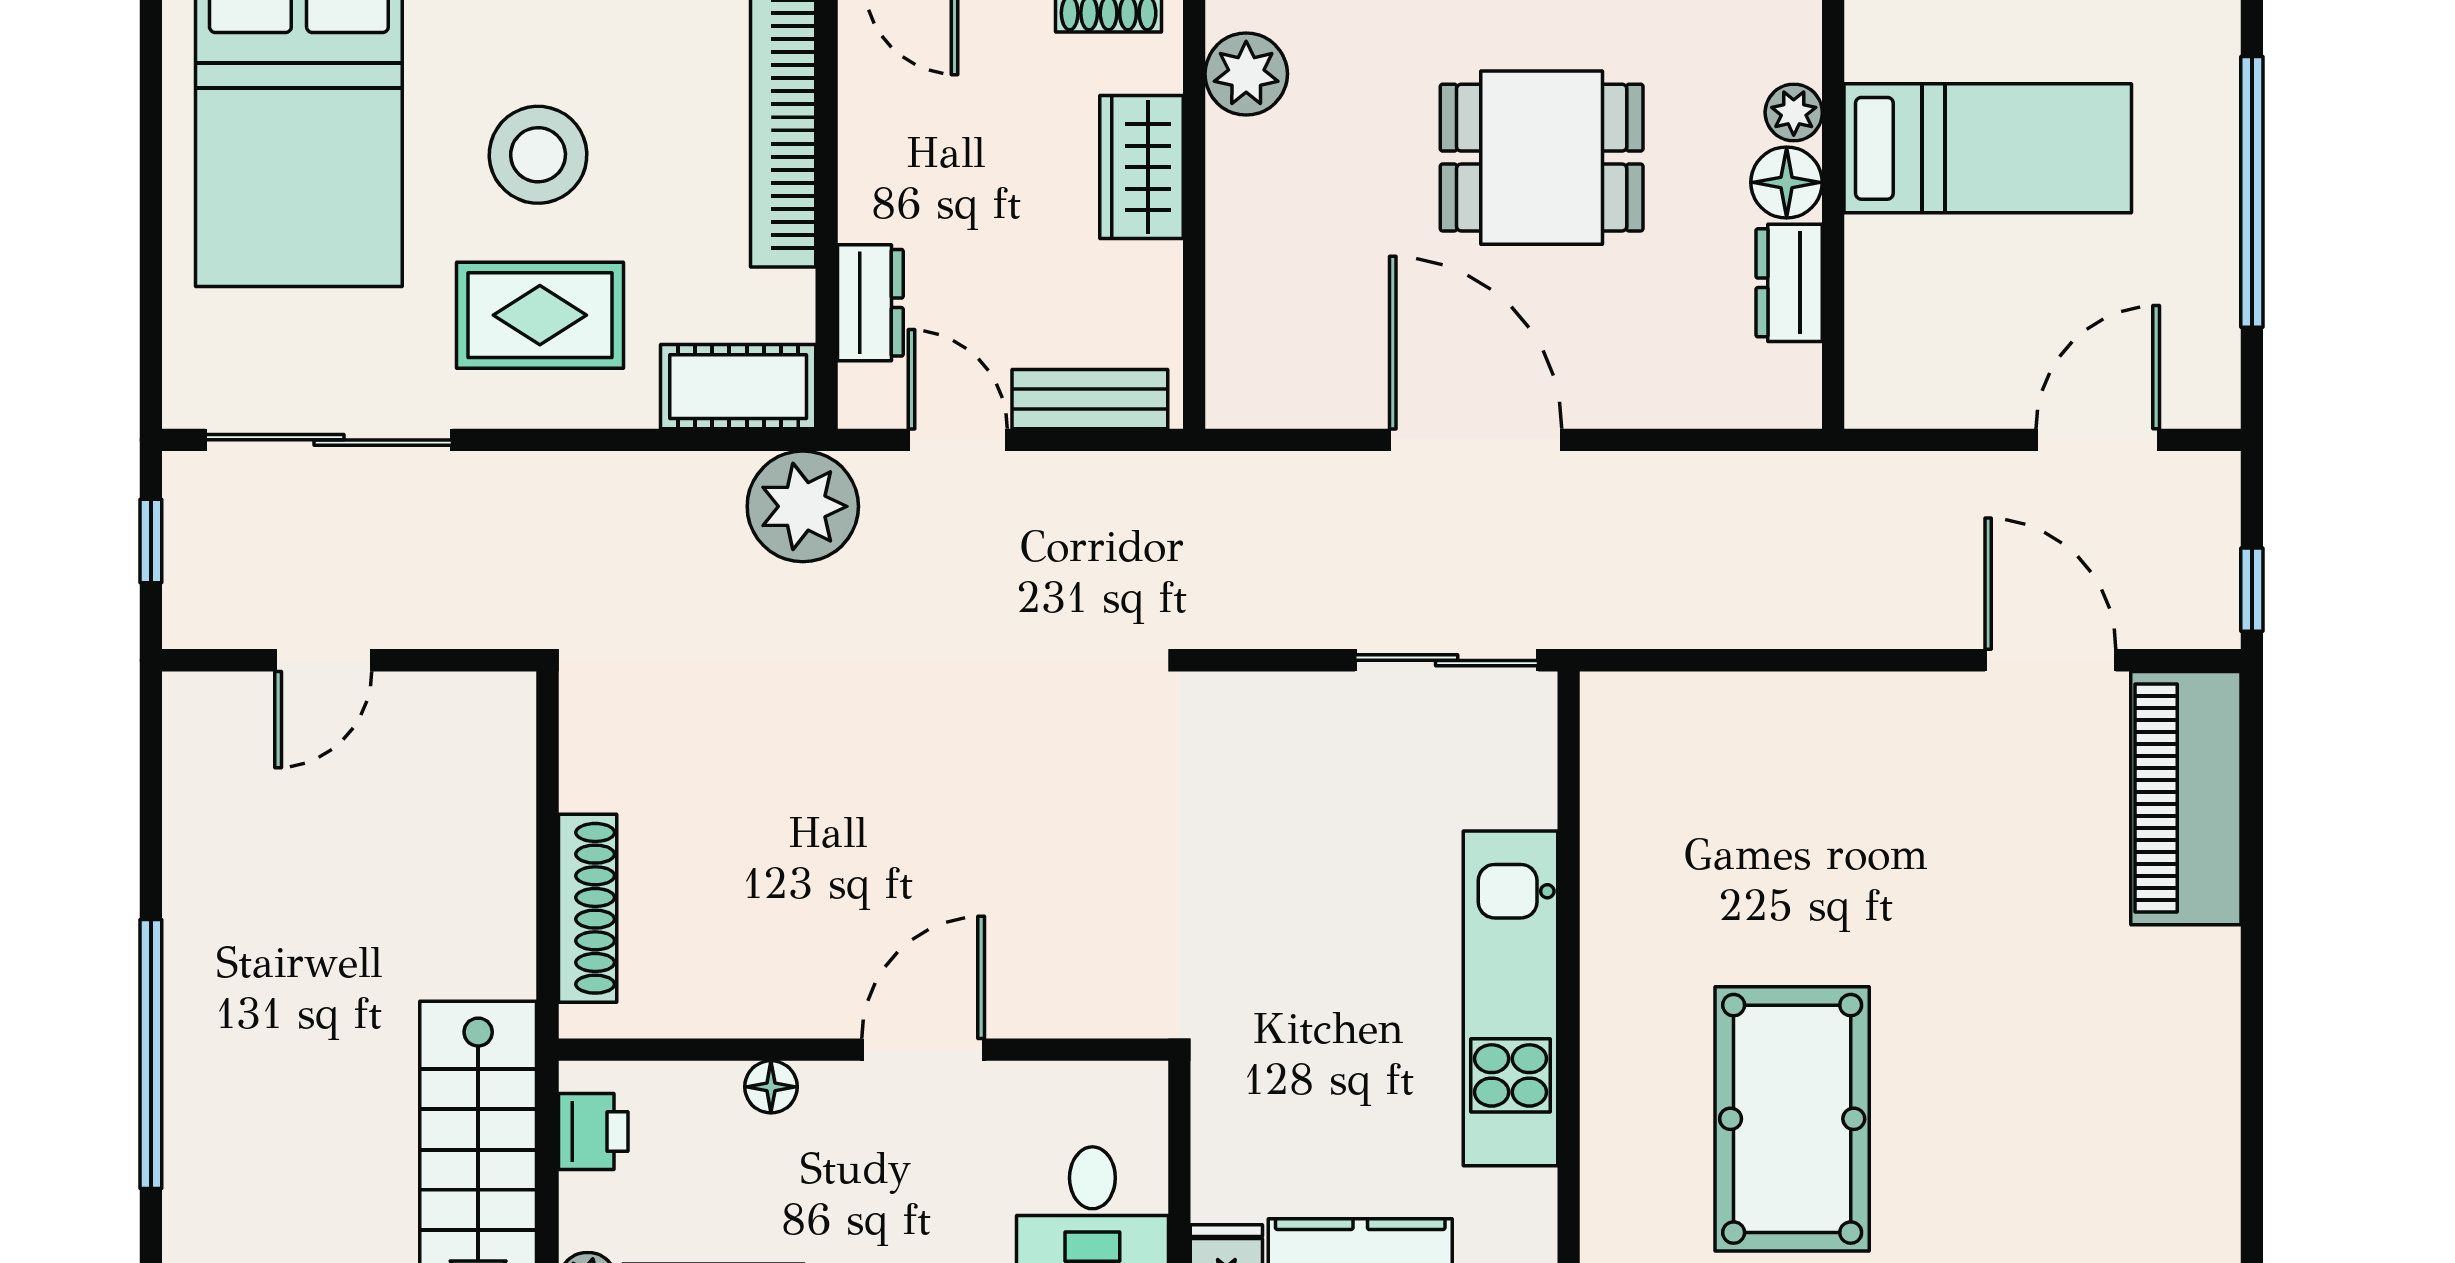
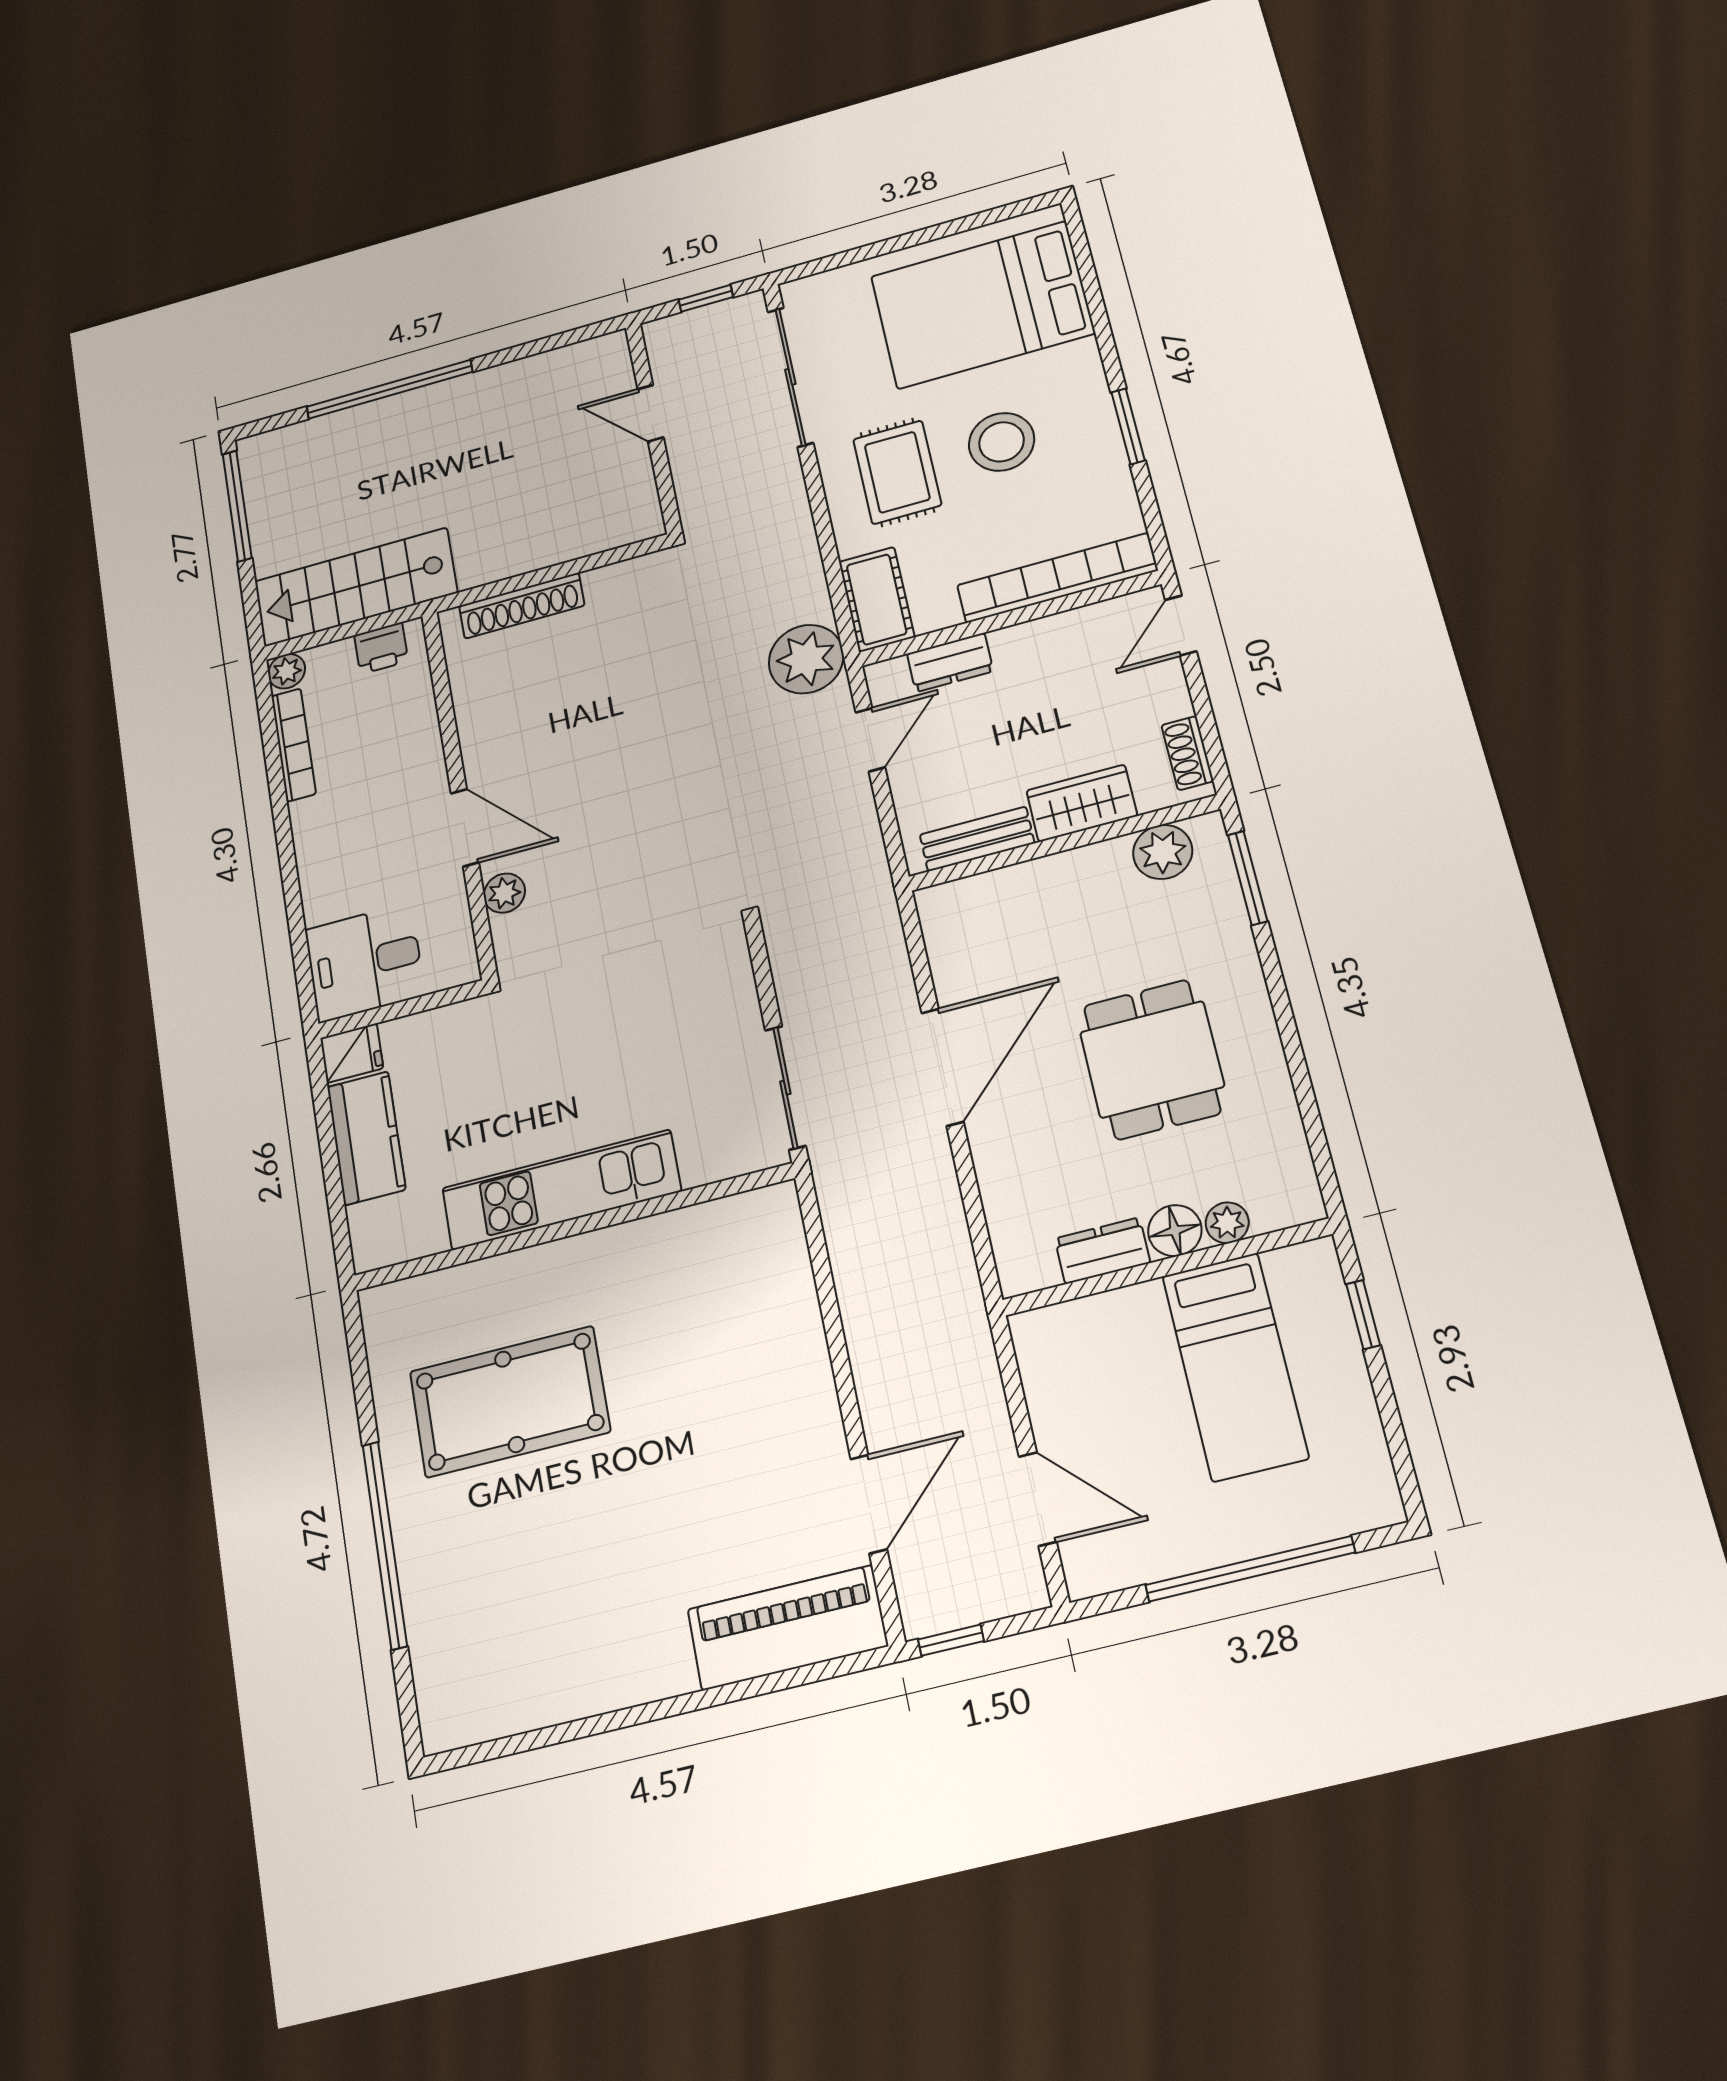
bench: (1090, 399) -> (977, 839), moved, turned 90
plant: (1043, 1008) -> (504, 893), added
floor lamp: (771, 1087) -> (426, 744), removed

